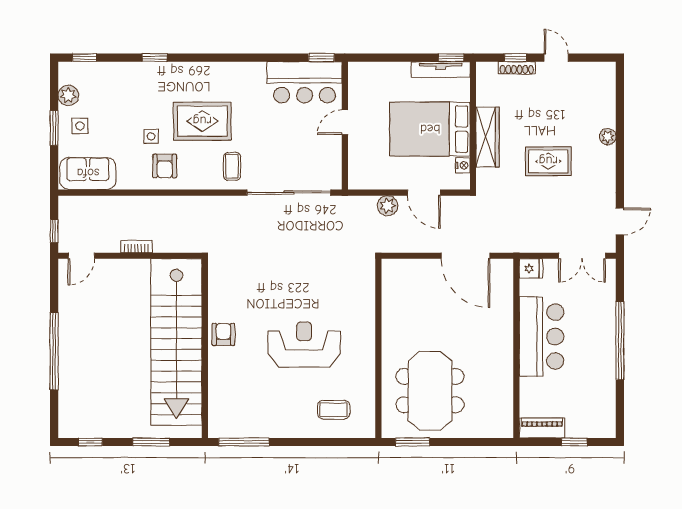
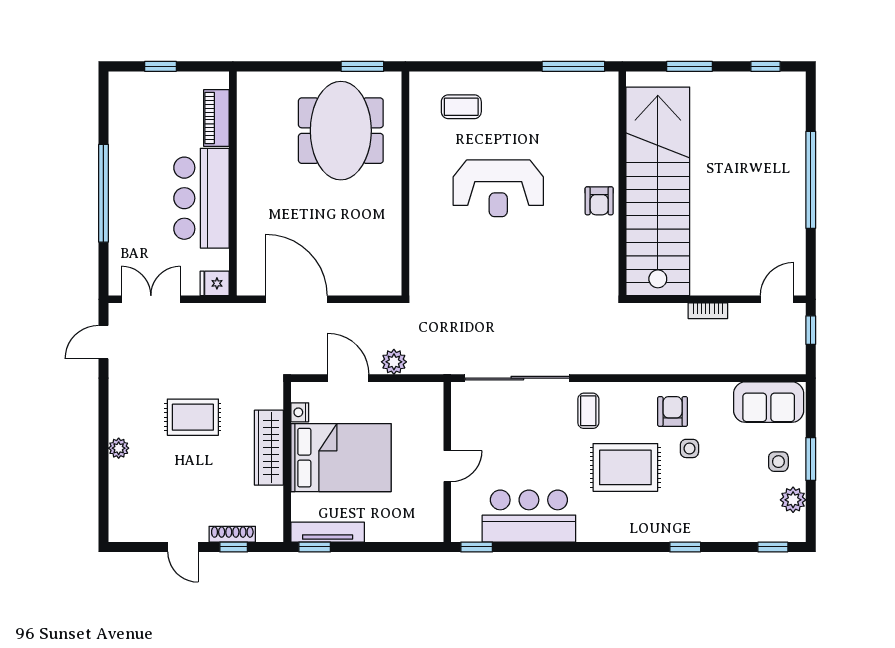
bar counter: (305, 82) -> (529, 516), moved
piano: (542, 428) -> (216, 118), moved, turned 90

